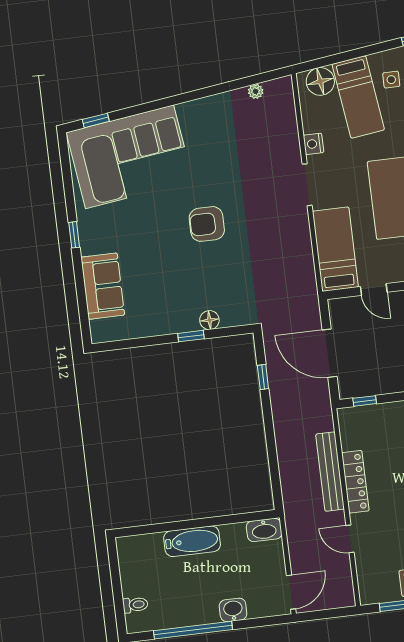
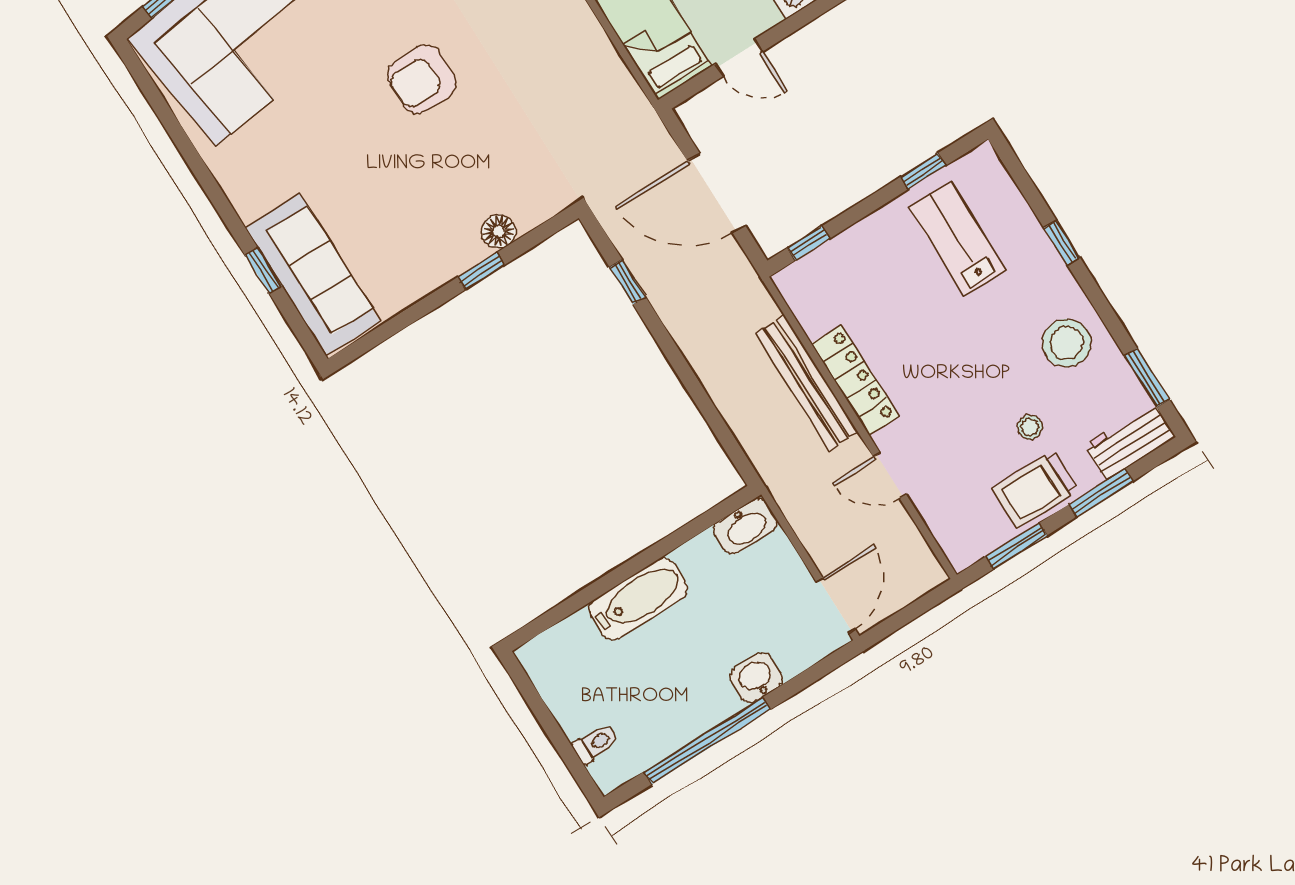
window: (74, 235) -> (263, 270), moved
sofa: (103, 286) -> (313, 275), width x1.36

